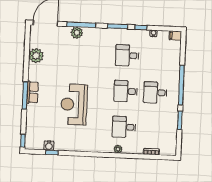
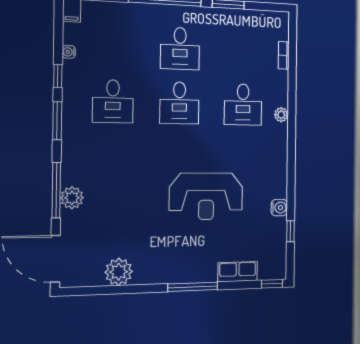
row of seats: (32, 92) -> (238, 272), moved
water cooler: (49, 146) -> (279, 208), moved

